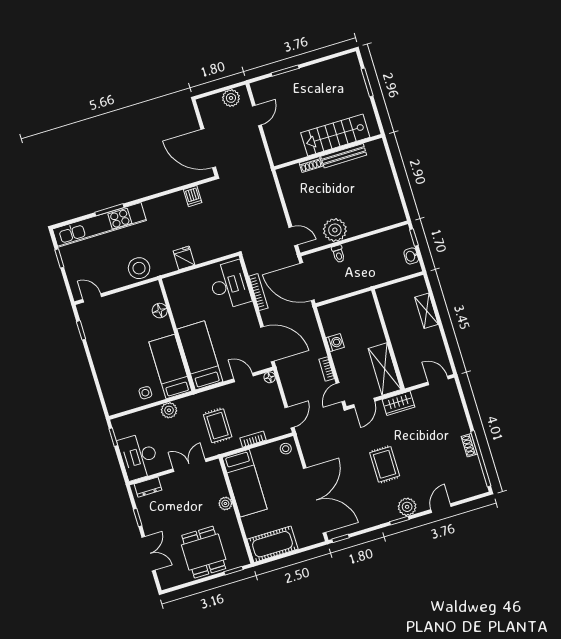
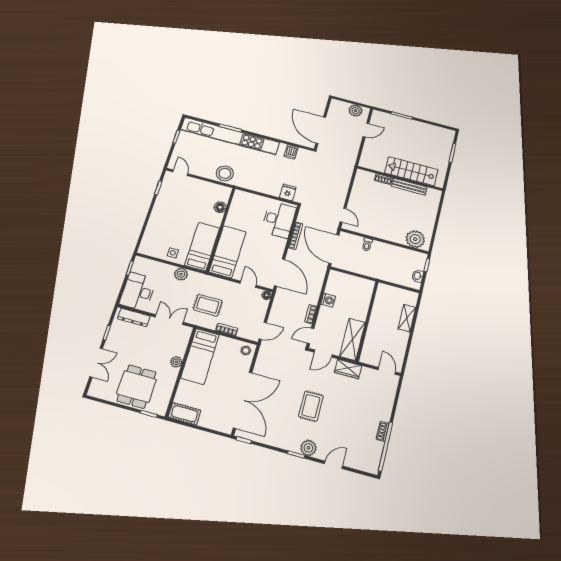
kitchen unit: (99, 225) -> (230, 136), width x1.36
plant: (335, 230) -> (415, 239), moved
fridge: (184, 258) -> (288, 192), moved
rug: (218, 426) -> (208, 305), turned 90
dresser: (148, 487) -> (134, 317), width x1.44
cot: (272, 544) -> (185, 414), width x0.73, depth x0.75

